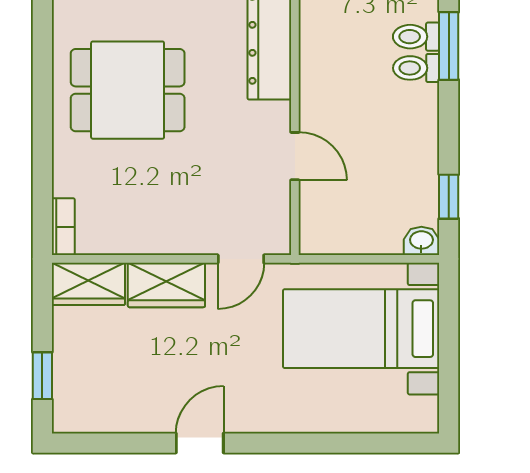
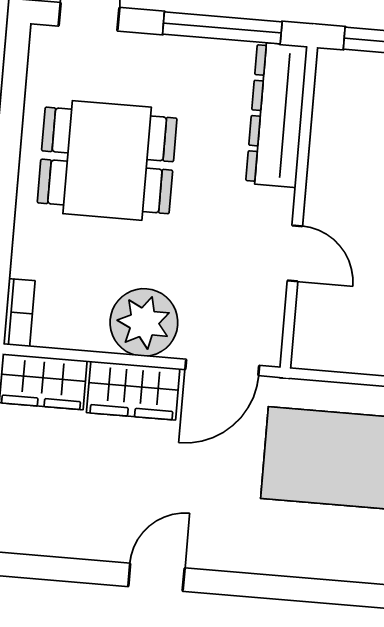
plant: (171, 226) -> (144, 323), added
door: (241, 259) -> (222, 367), width x1.38

